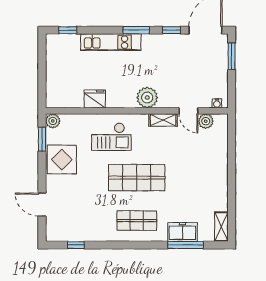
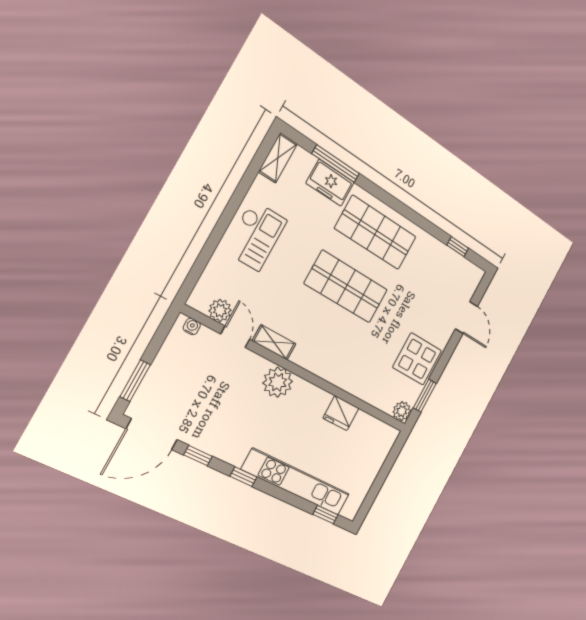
window: (136, 30) -> (243, 477), width x0.67
kitchen unit: (111, 42) -> (296, 482), width x1.36
checkout: (111, 137) -> (256, 236), moved, turned 90
shop shelf: (137, 221) -> (376, 233), width x1.43, depth x1.36

